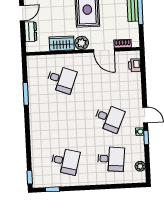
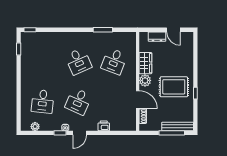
door: (104, 50) -> (138, 100), swing flipped
printer: (135, 65) -> (104, 126), moved
desk: (65, 161) -> (78, 61), moved, turned -39

